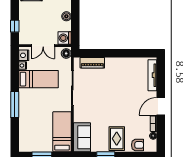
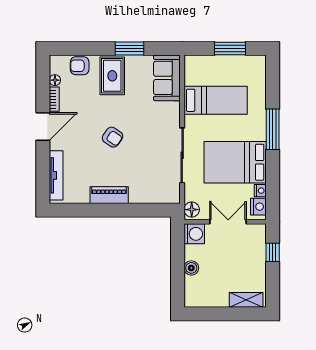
piano: (92, 63) -> (109, 195), moved
bed: (39, 79) -> (235, 162), width x1.50
armchair: (117, 100) -> (113, 137), added
bed: (62, 132) -> (216, 100), moved, turned -90

